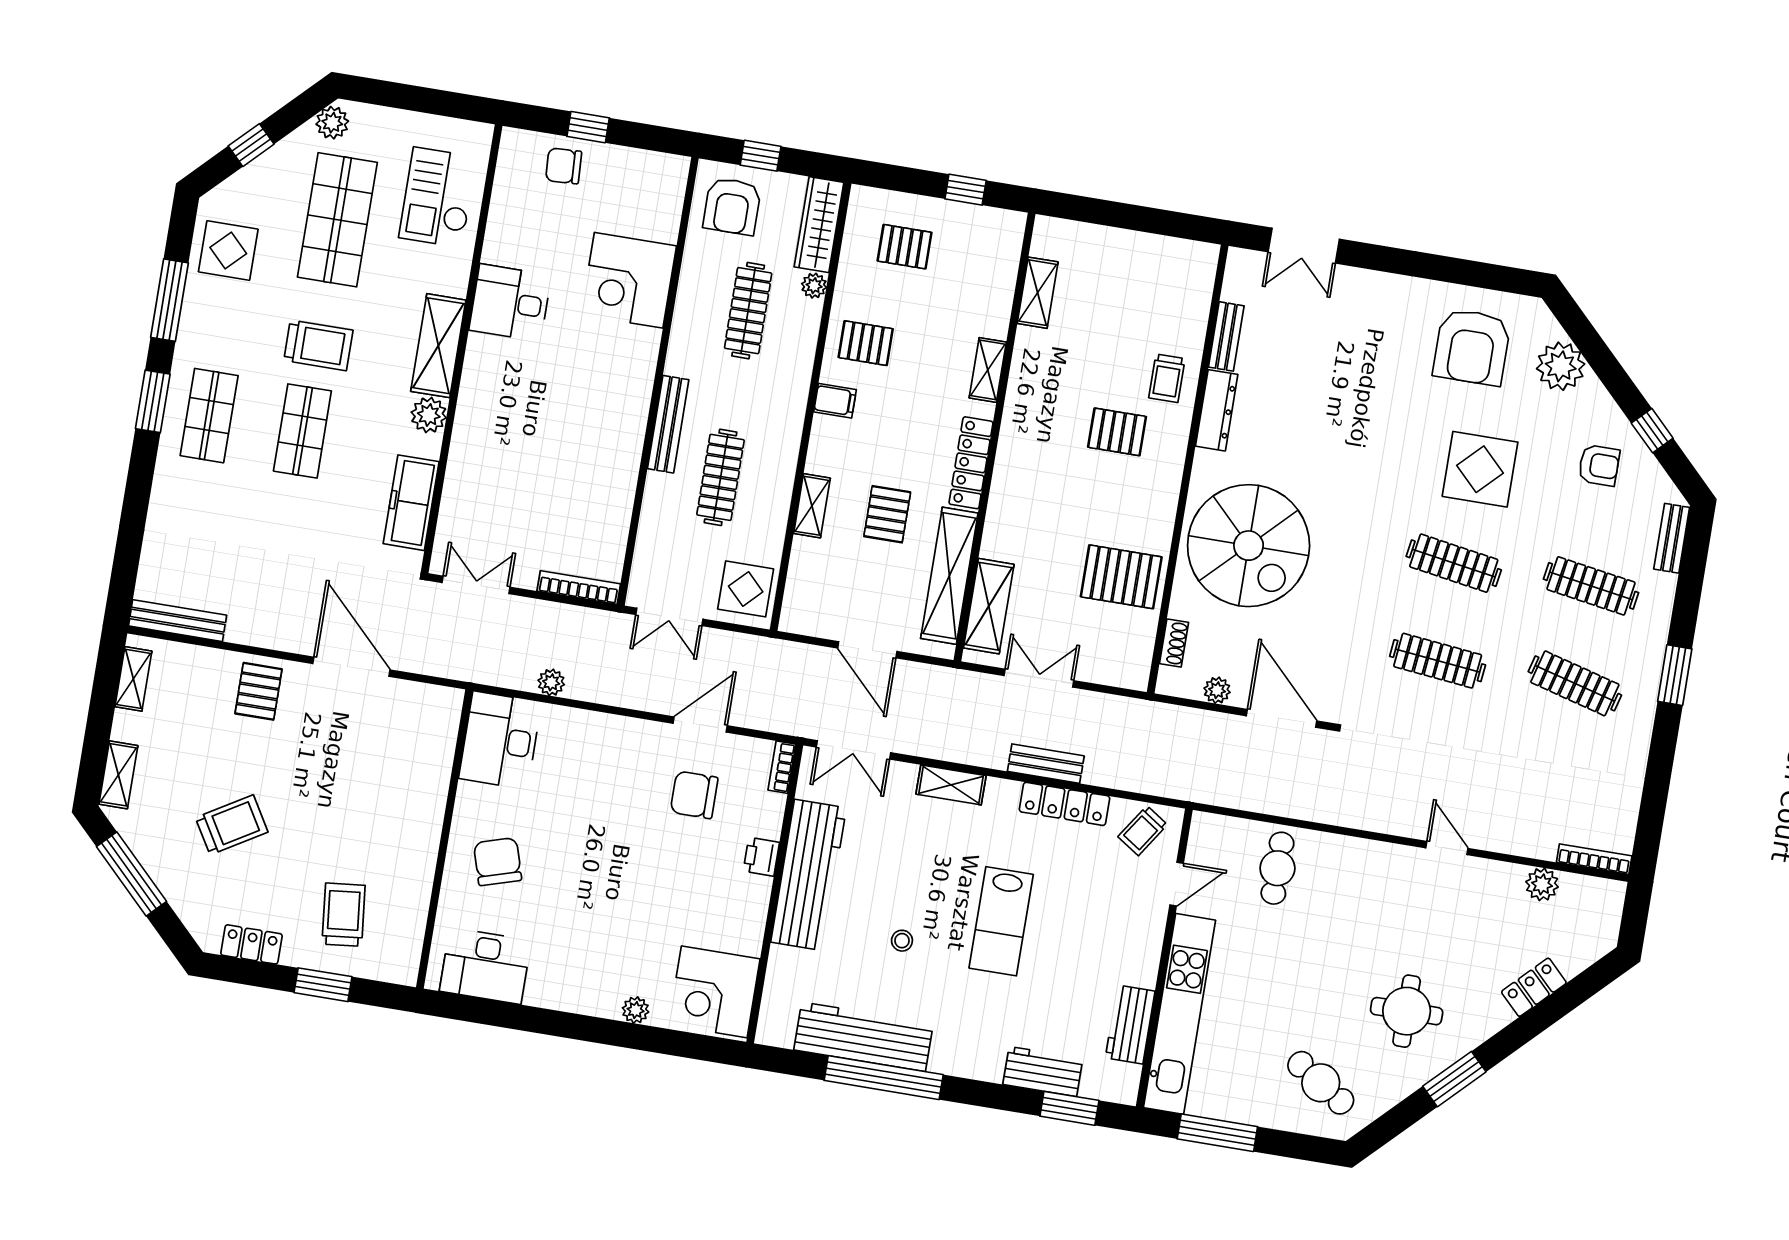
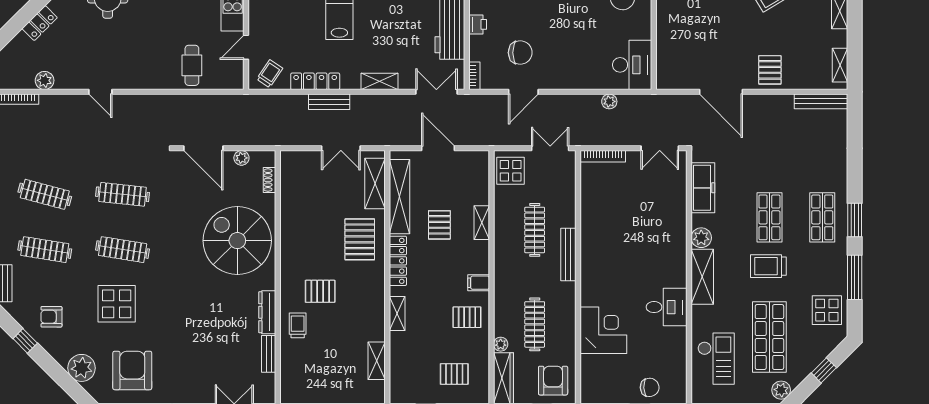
pallet: (1121, 577) -> (360, 239), moved, turned 90

